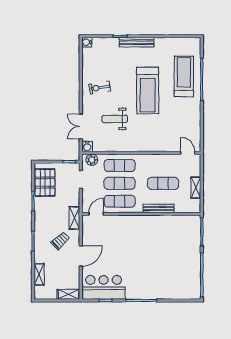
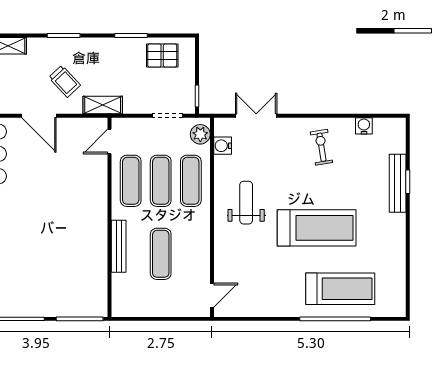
water cooler: (87, 42) -> (364, 126), moved
bench: (137, 42) -> (398, 183), moved
treadmill: (148, 90) -> (317, 228), turned 180
weight bench: (115, 119) -> (246, 203), moved
water cooler: (87, 146) -> (223, 146), moved
pallet: (45, 182) -> (162, 56), width x0.67, depth x0.71
shelving: (196, 188) -> (154, 309), removed
door: (96, 214) -> (109, 142), swing flipped

